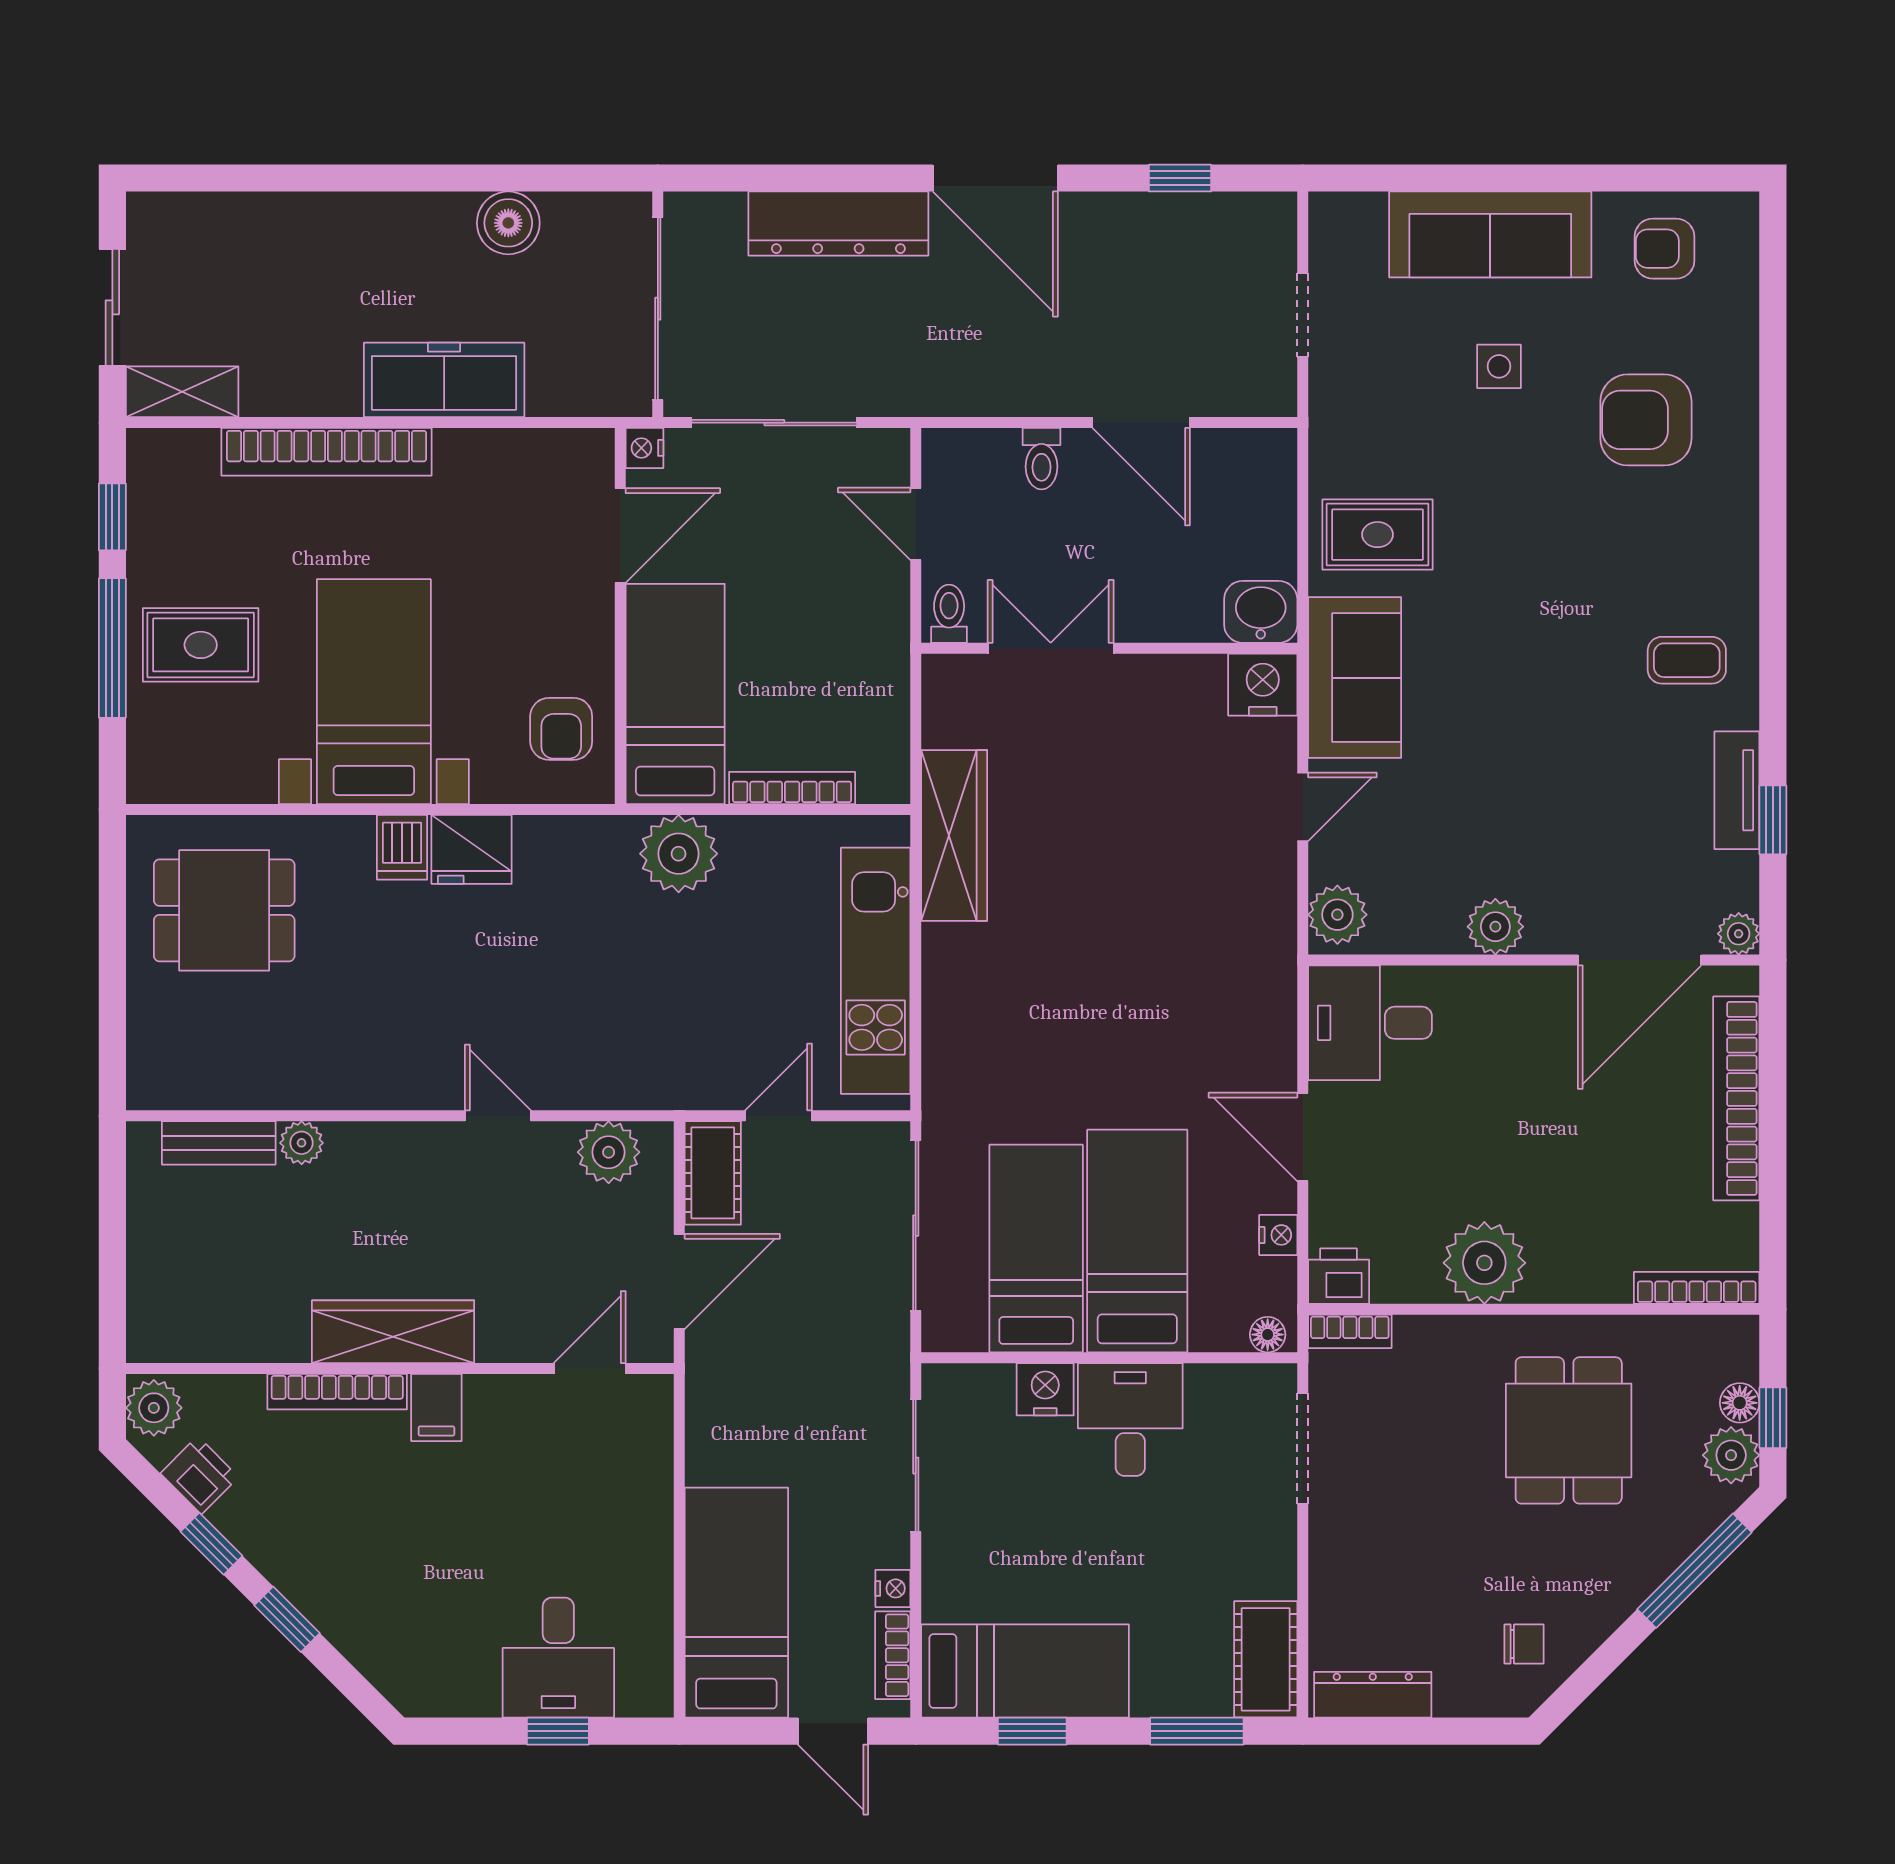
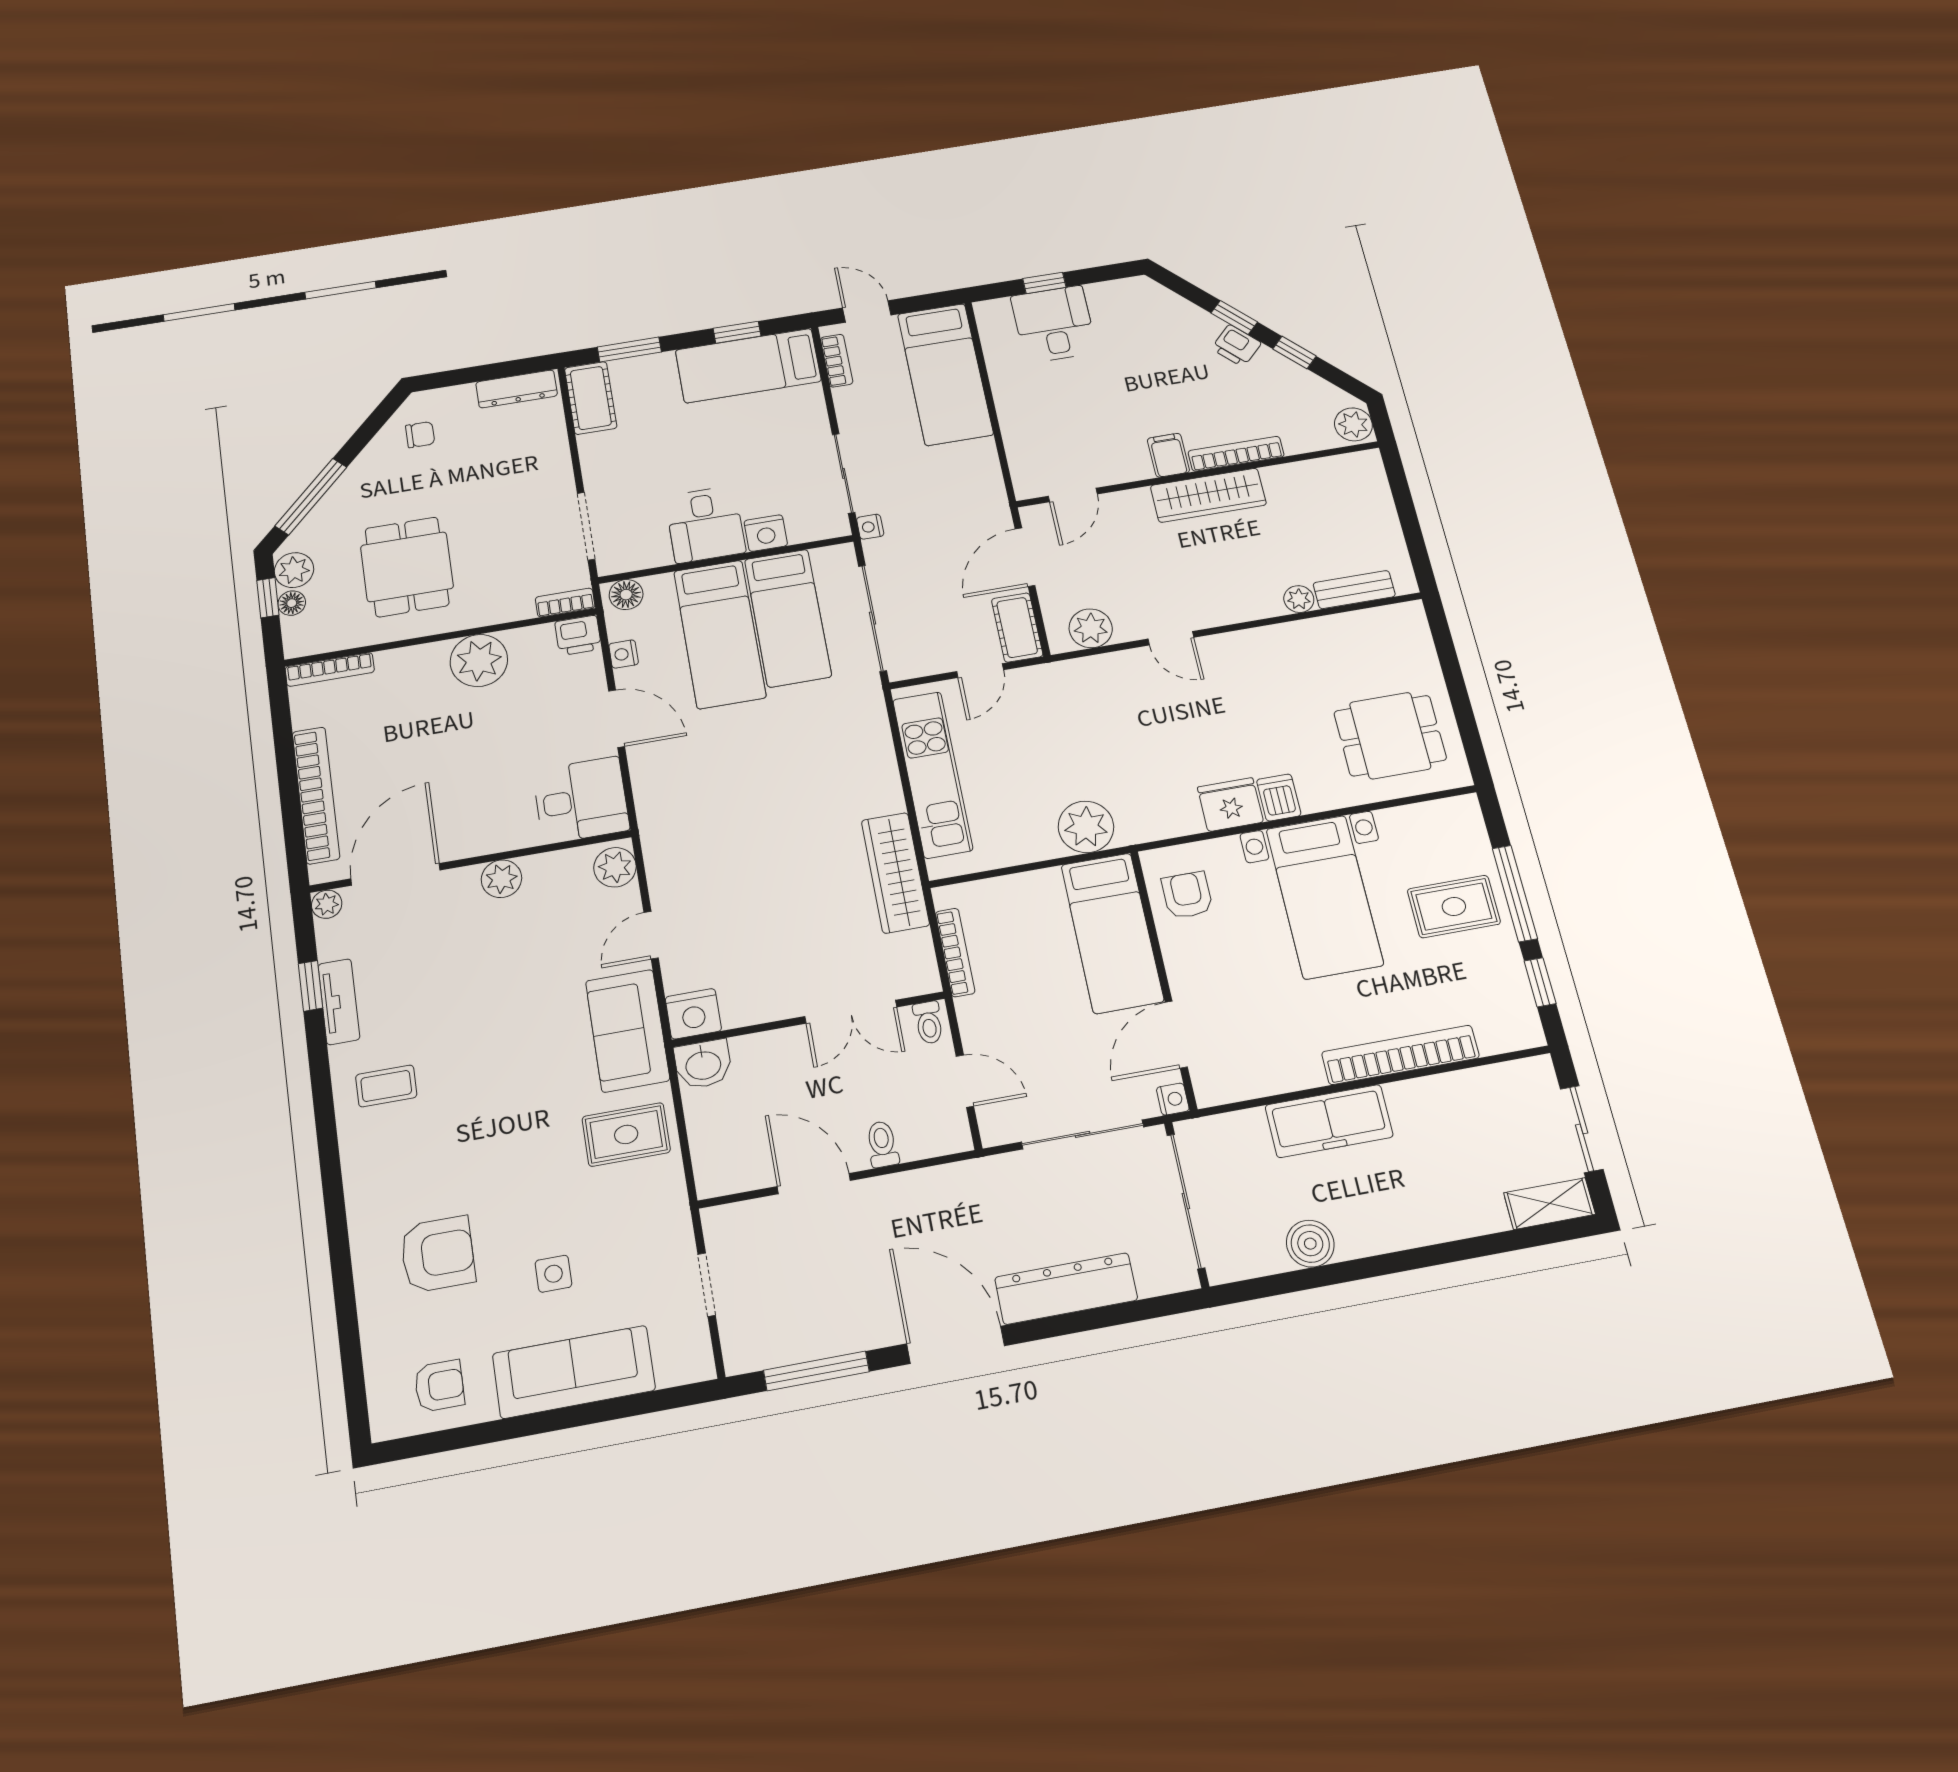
window: (1180, 178) -> (816, 1371), width x2.17
shelving: (182, 392) -> (1550, 1204), moved
bookcase: (792, 788) -> (955, 952), moved, turned -90
floor lamp: (1268, 1335) -> (626, 595), width x1.37, depth x1.37
printer: (199, 1475) -> (1236, 346), moved
nightstand: (893, 1588) -> (870, 527), moved
chair: (1524, 1644) -> (420, 435), turned 180

